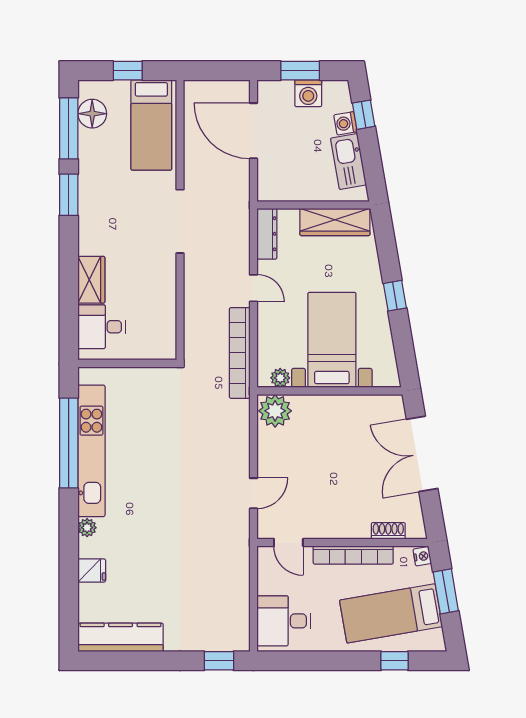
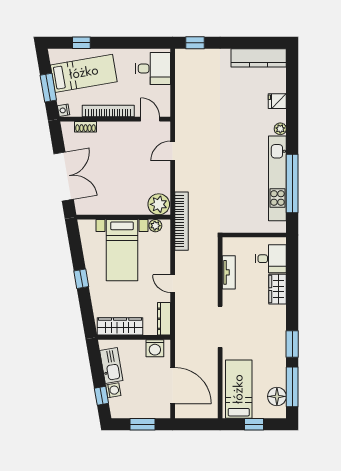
washing machine: (308, 93) -> (155, 348), moved, turned 180
tv unit: (167, 306) -> (229, 272), added
bookcase: (240, 353) -> (182, 221), moved

